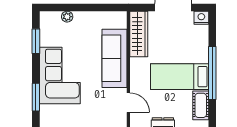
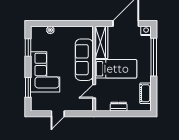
window: (212, 73) -> (154, 57), moved
bed: (180, 77) -> (116, 69), moved, turned 180
door: (128, 103) -> (94, 91), swing flipped

